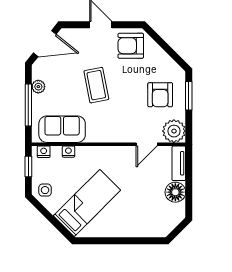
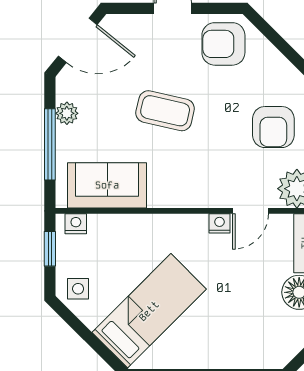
coffee table: (96, 85) -> (165, 111), turned -66
nightstand: (68, 152) -> (219, 223), moved

